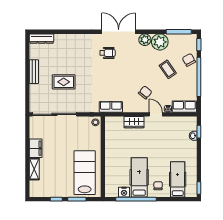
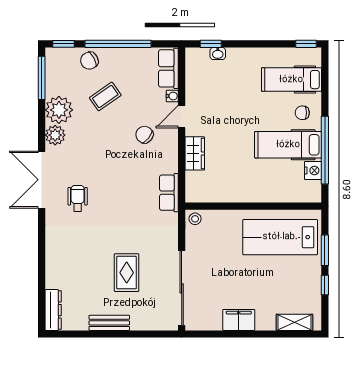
shelving: (34, 169) -> (294, 322), moved

